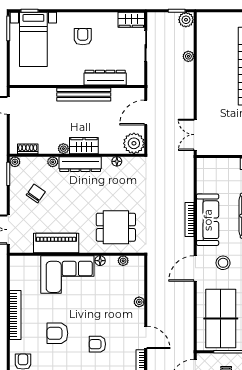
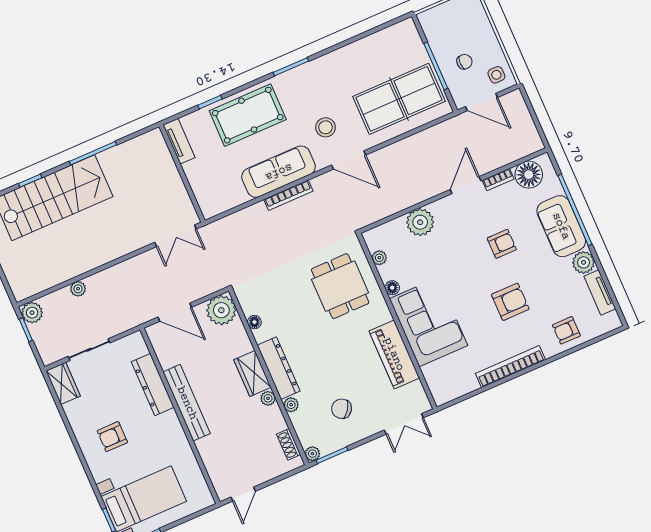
plant: (139, 302) -> (420, 222), width x1.87, depth x1.87
armchair: (57, 333) -> (510, 302), turned -90
armchair: (97, 344) -> (502, 244), turned -90

